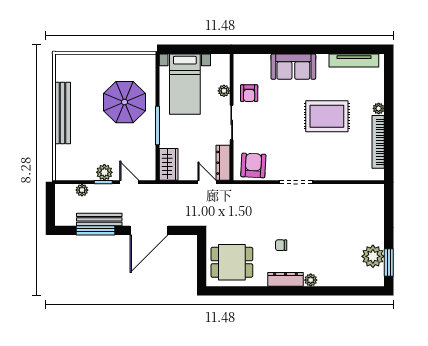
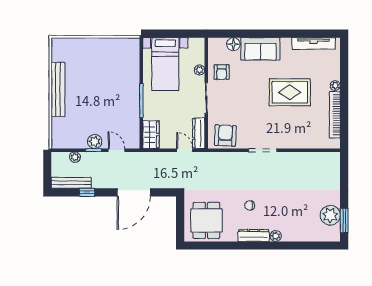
floor lamp: (262, 61) -> (233, 44), added
parasol: (125, 102) -> (112, 80), removed
bench: (99, 219) -> (71, 183), moved
window: (96, 230) -> (87, 192), width x0.46
dining table: (232, 262) -> (206, 220), turned 90

